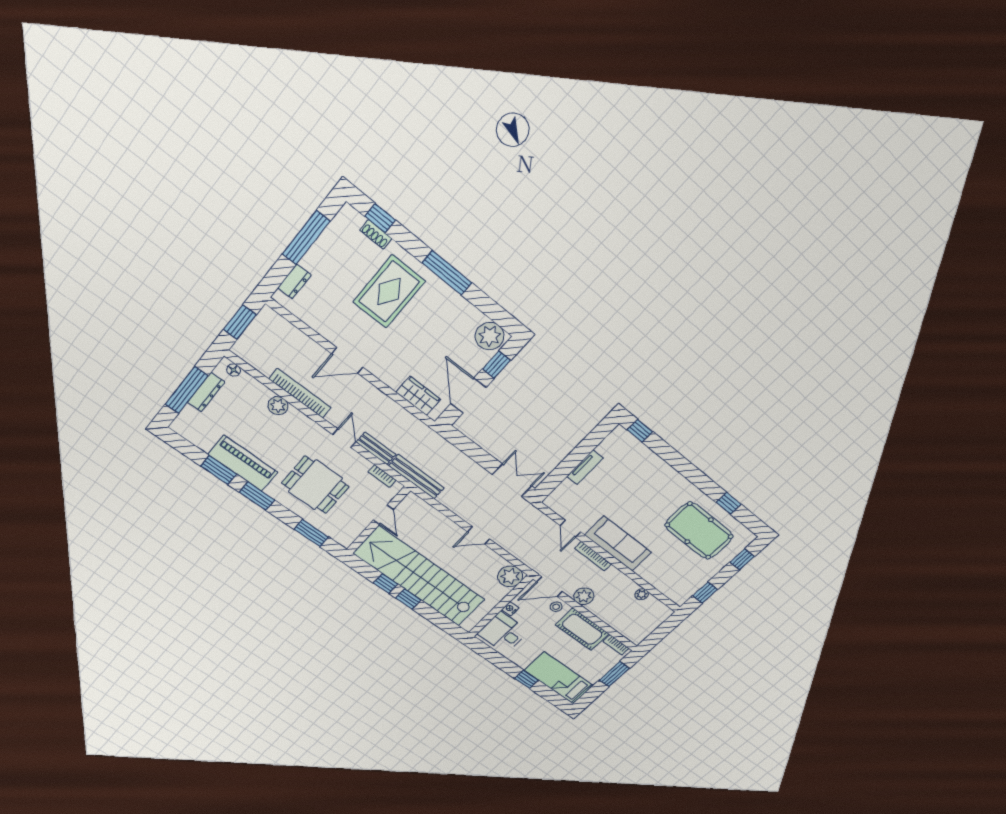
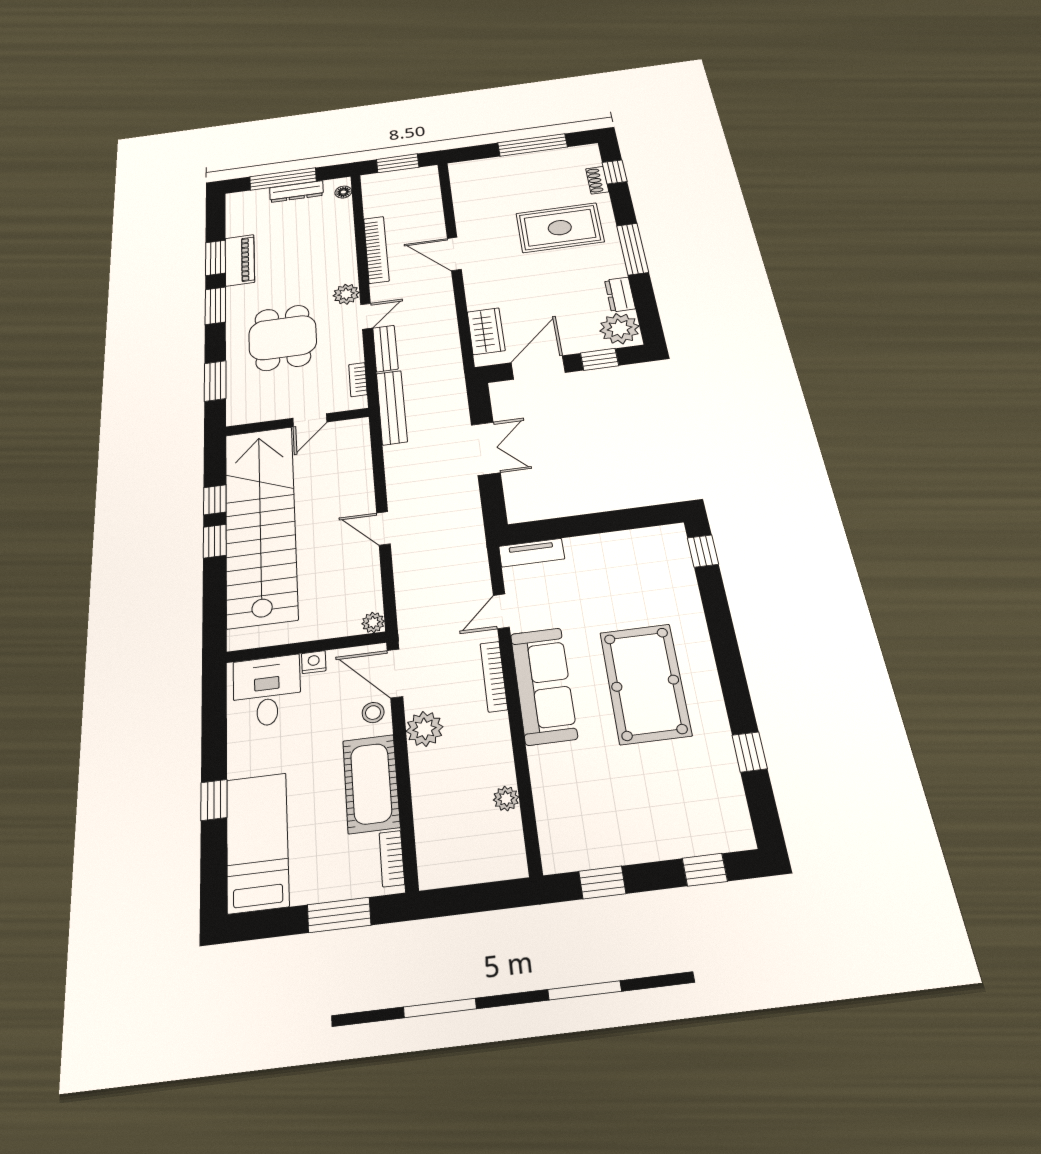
dresser: (294, 281) -> (620, 294), moved, turned 90
plant: (278, 406) -> (346, 294), moved
piano: (243, 463) -> (240, 260), width x0.73, depth x0.75
tv unit: (585, 467) -> (532, 553), moved
double door: (512, 480) -> (486, 449), moved
pool table: (699, 531) -> (645, 683), moved
plant: (510, 576) -> (373, 623), width x0.53, depth x0.53

